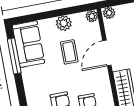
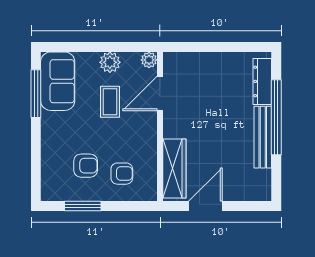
plant: (109, 13) -> (173, 60), removed
door: (107, 53) -> (160, 93), moved

